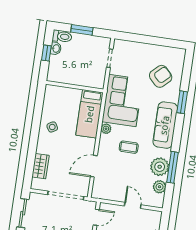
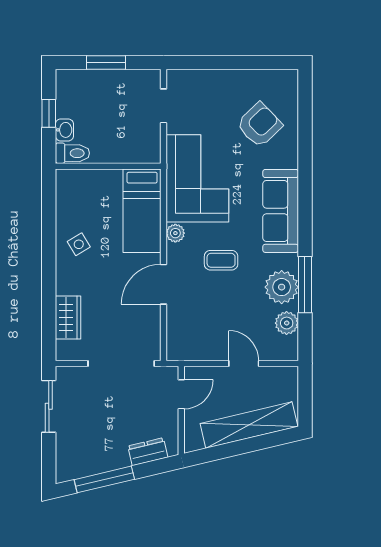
toilet: (62, 36) -> (72, 153), moved
washbasin: (56, 48) -> (64, 130), moved
window: (182, 102) -> (305, 165), removed
door: (94, 166) -> (164, 284), moved

